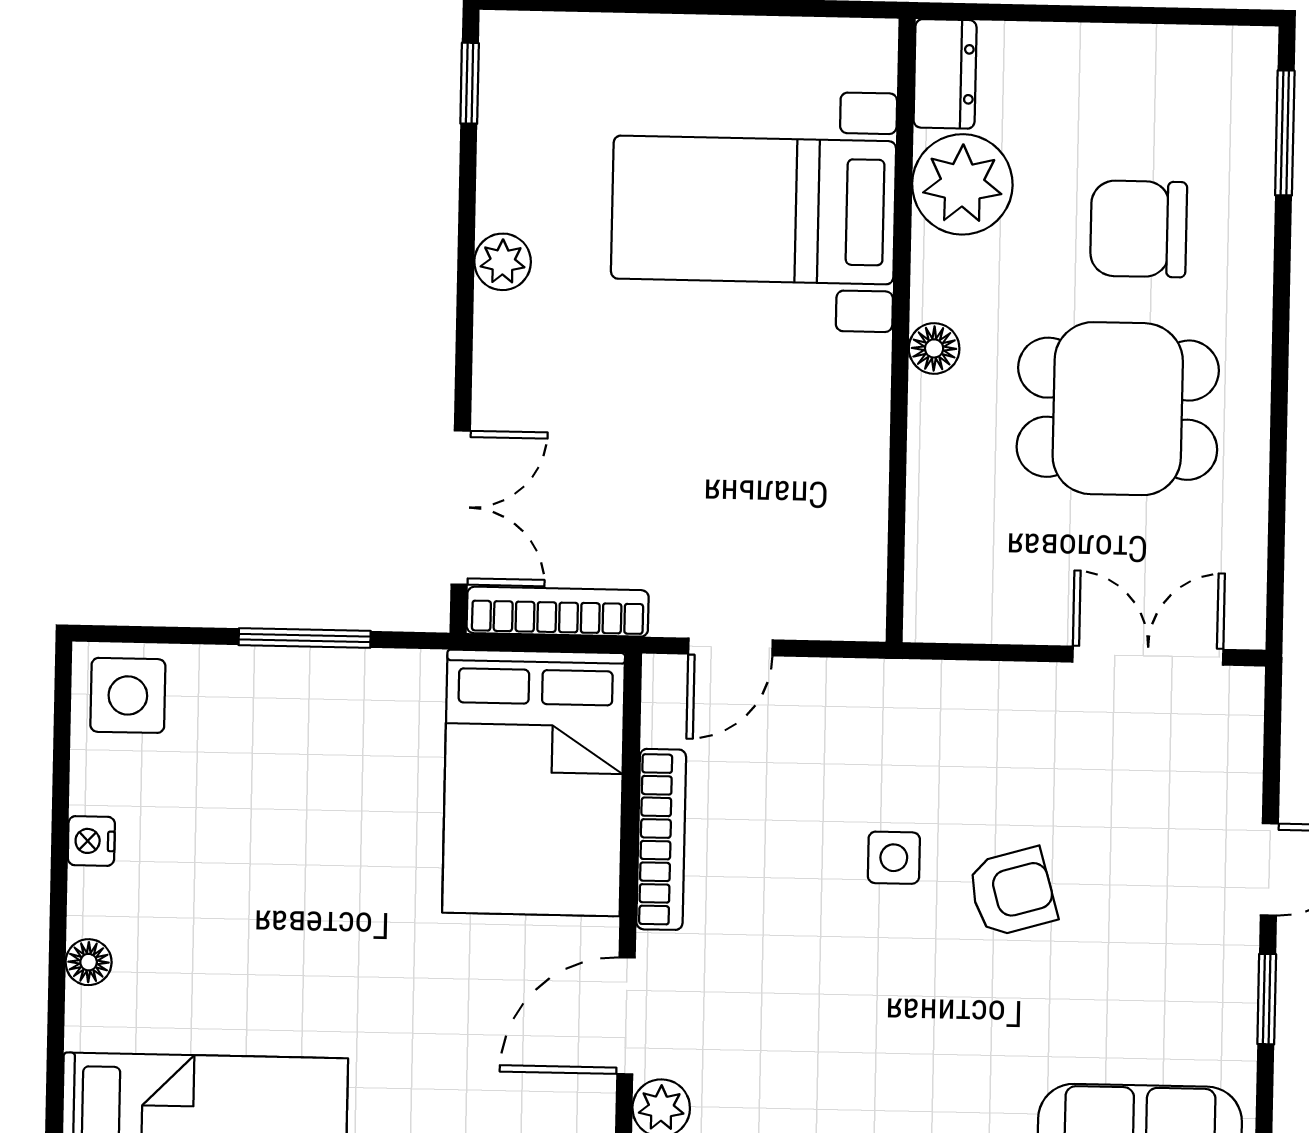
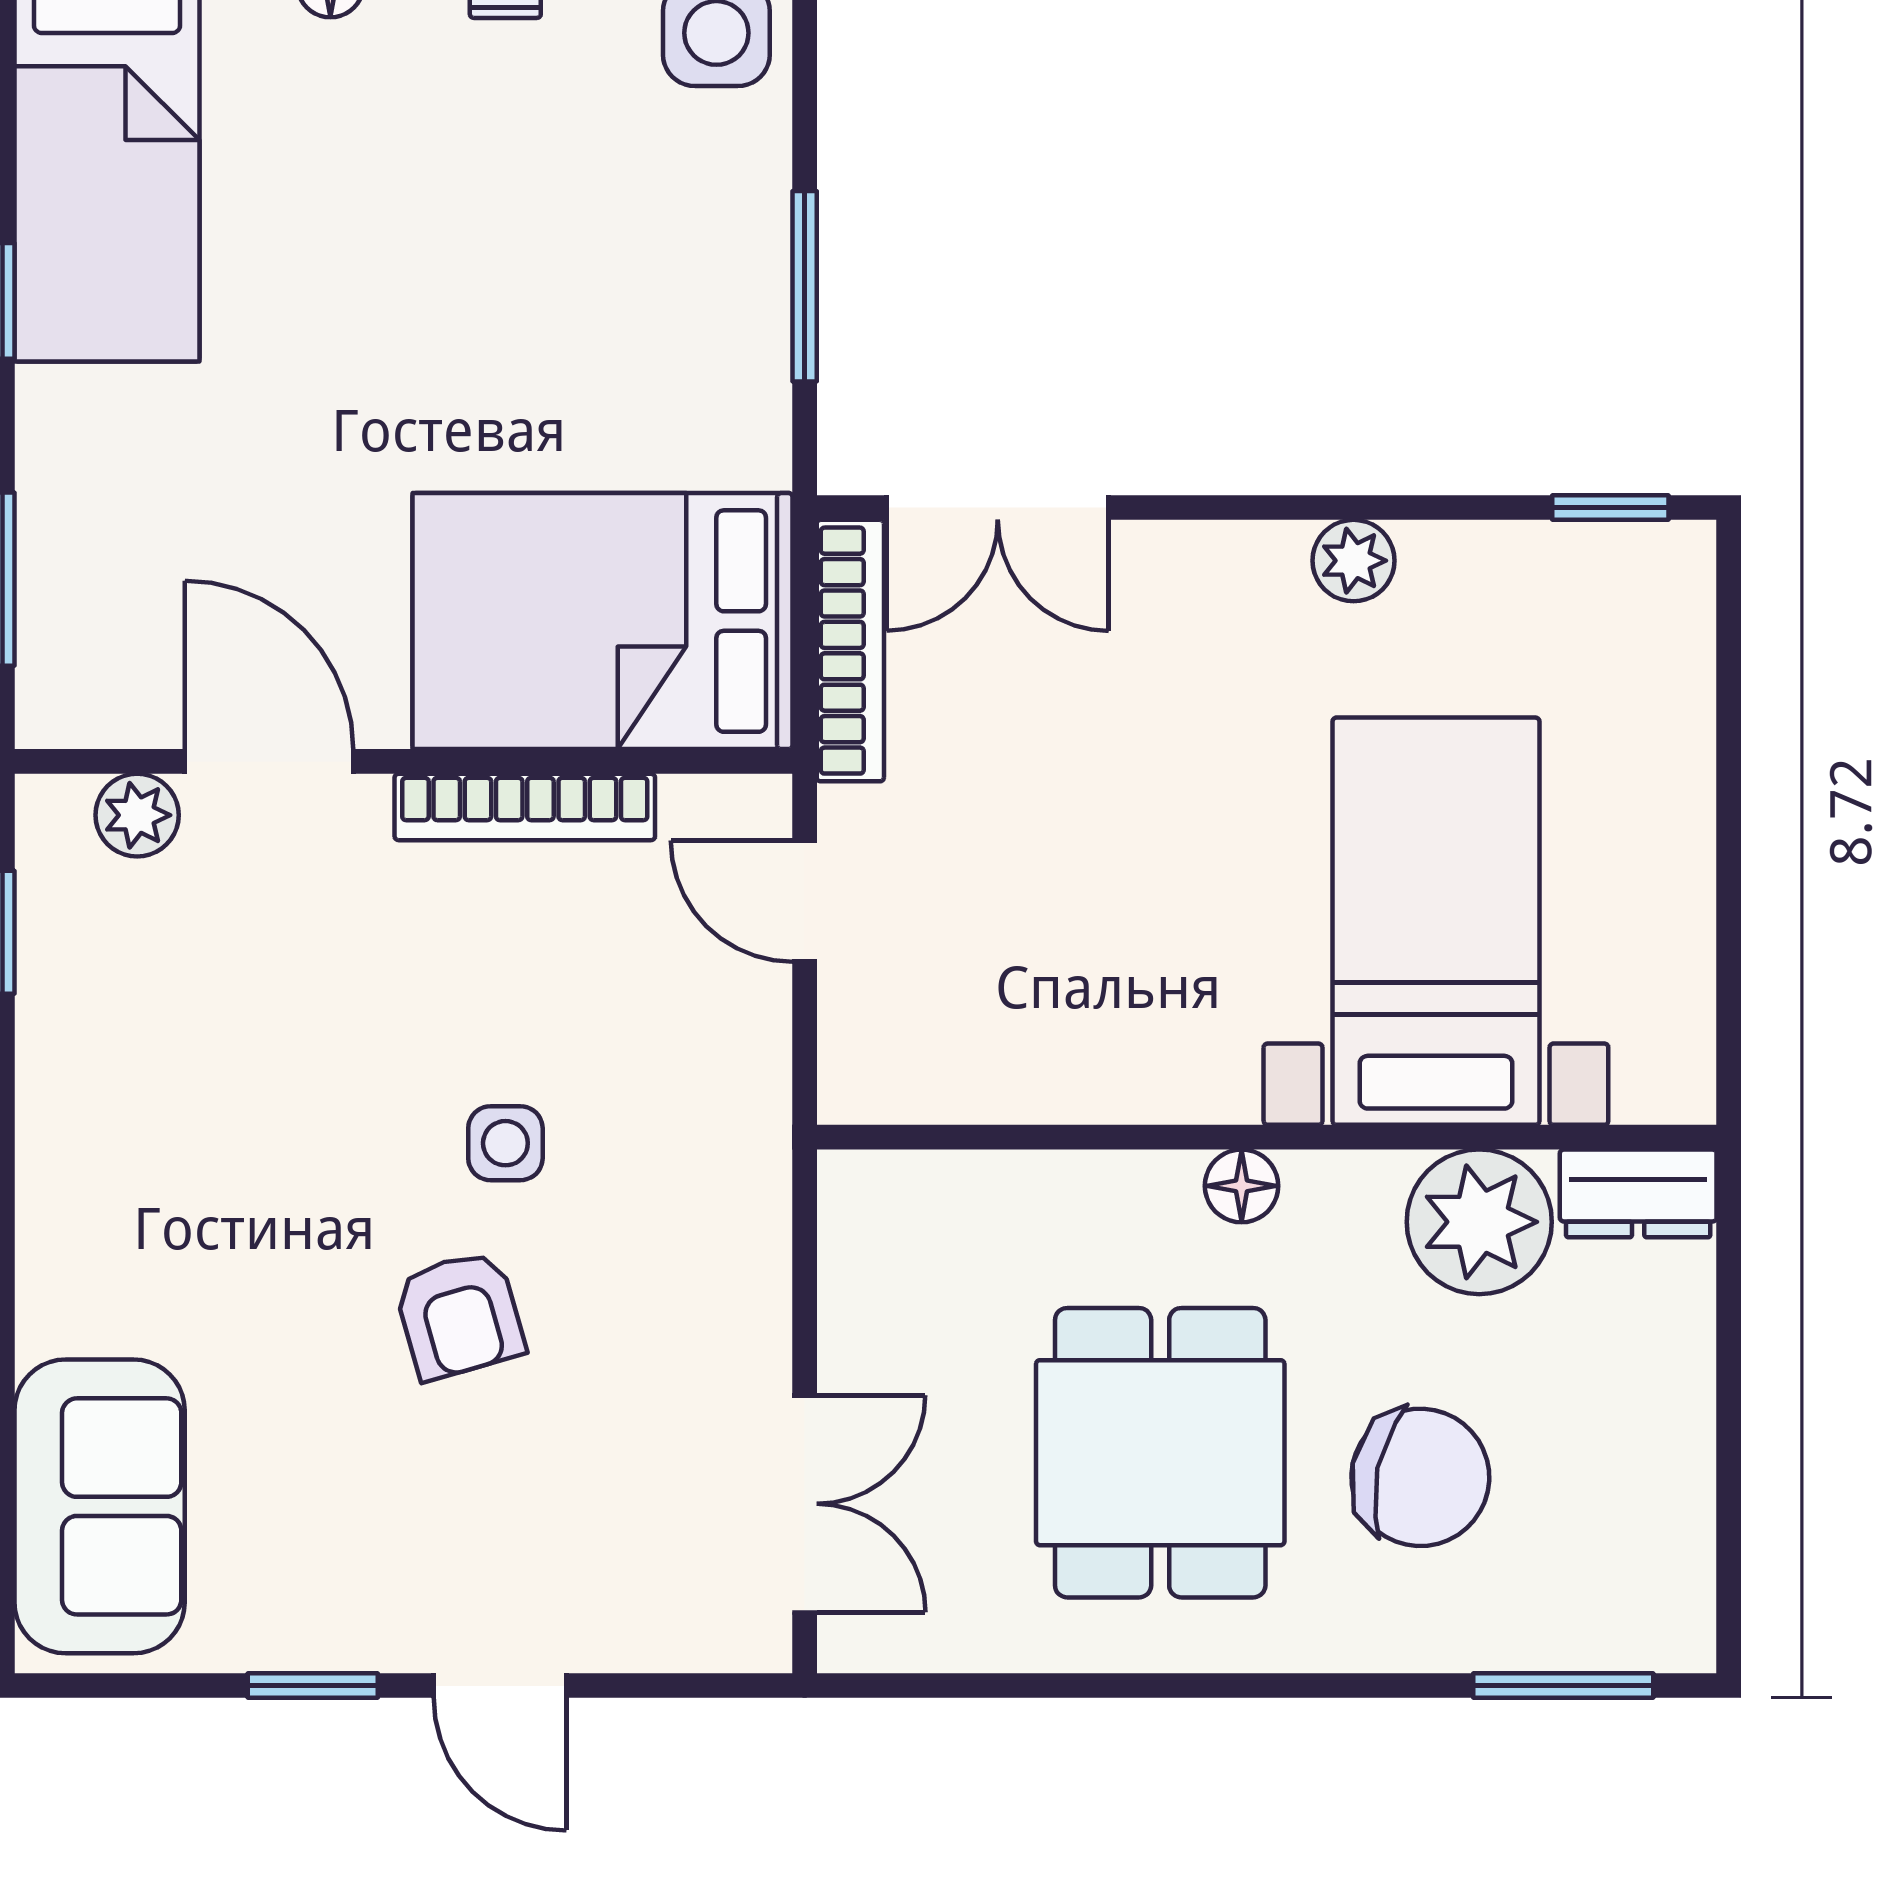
chair: (1139, 229) -> (1420, 1477), turned 102

